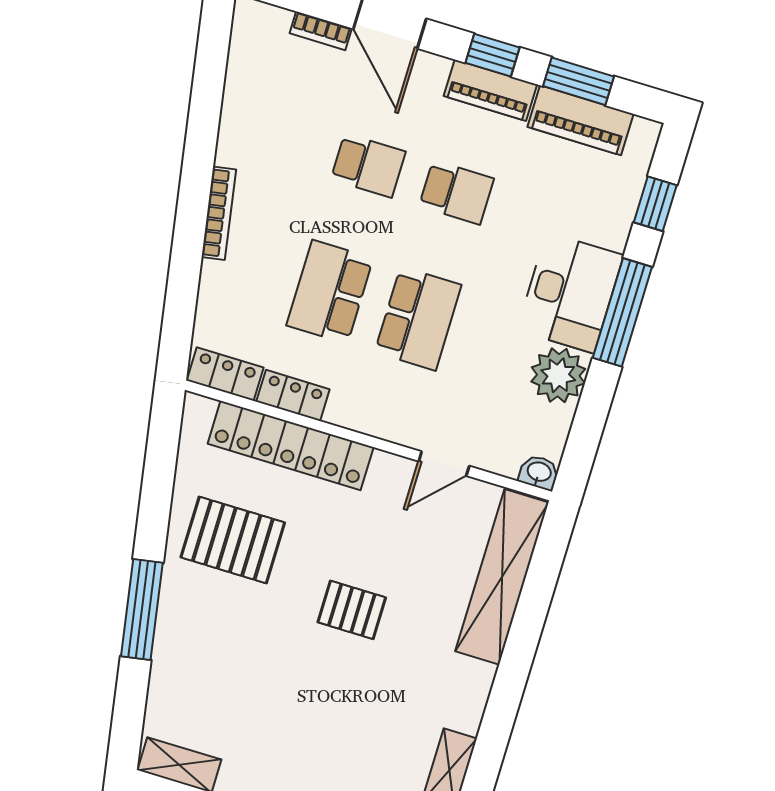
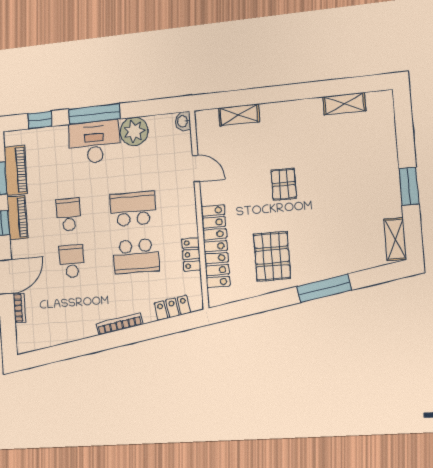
locker: (225, 374) -> (172, 308), moved, turned 80
shelving: (502, 577) -> (239, 115), width x0.45, depth x0.75

